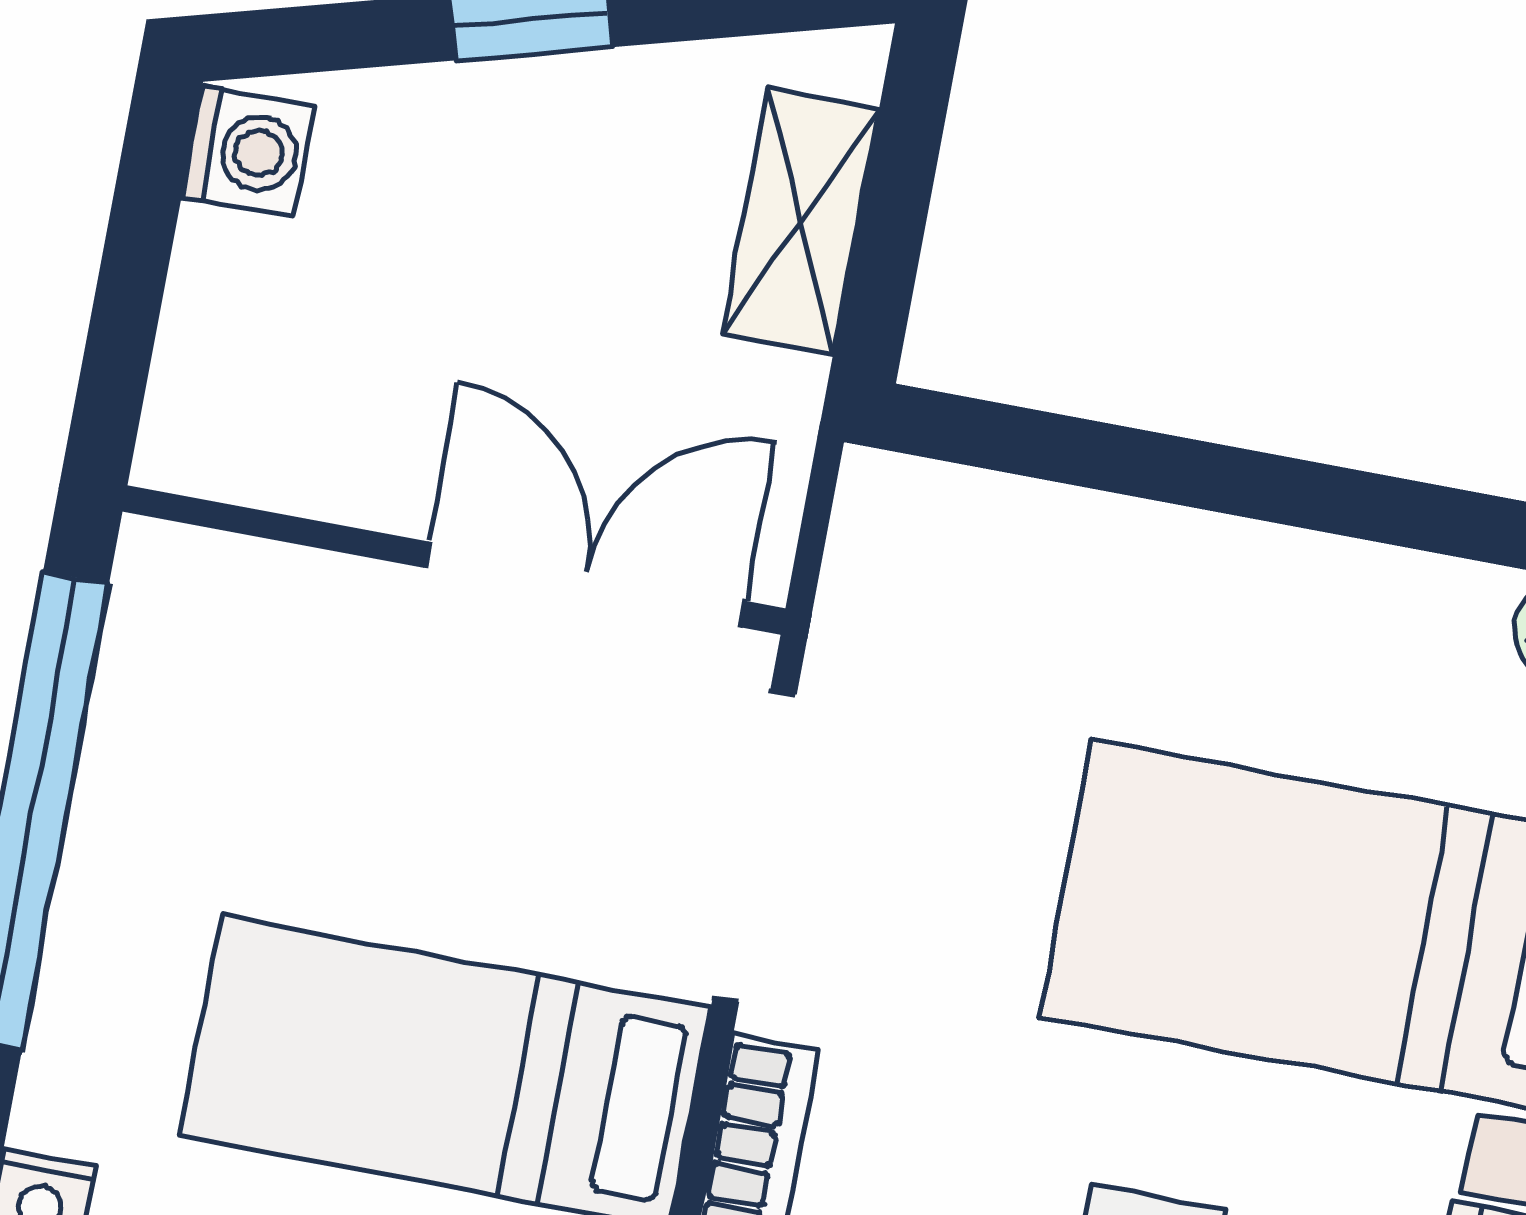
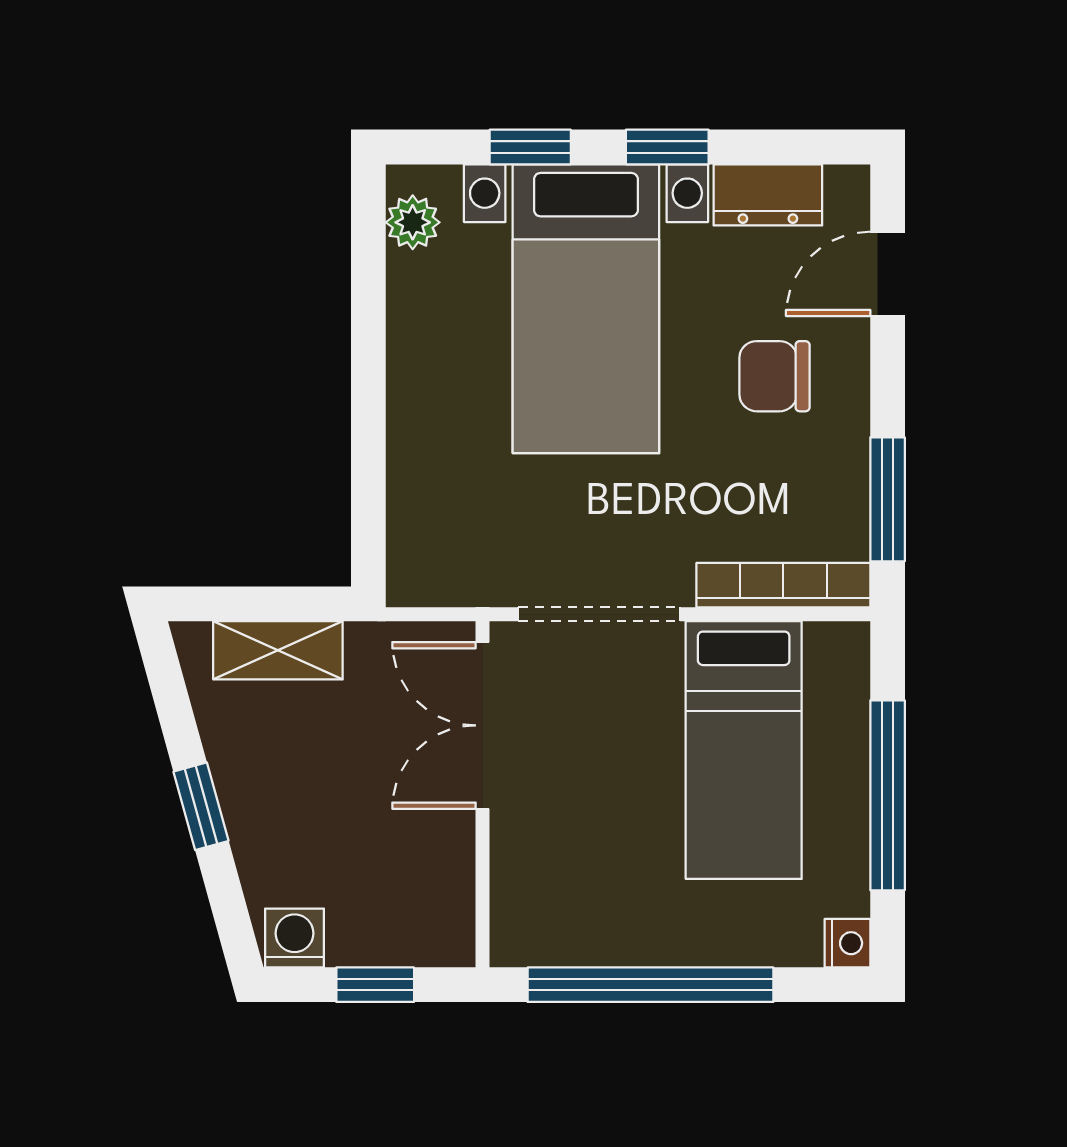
window: (130, 288) -> (375, 985), added

